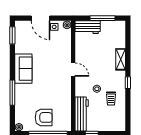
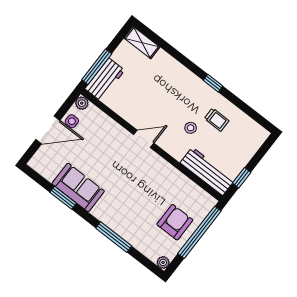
window: (103, 18) -> (97, 67), moved
window: (12, 35) -> (63, 198), moved
shelving: (121, 59) -> (142, 43), moved
sofa: (23, 69) -> (78, 187), moved

